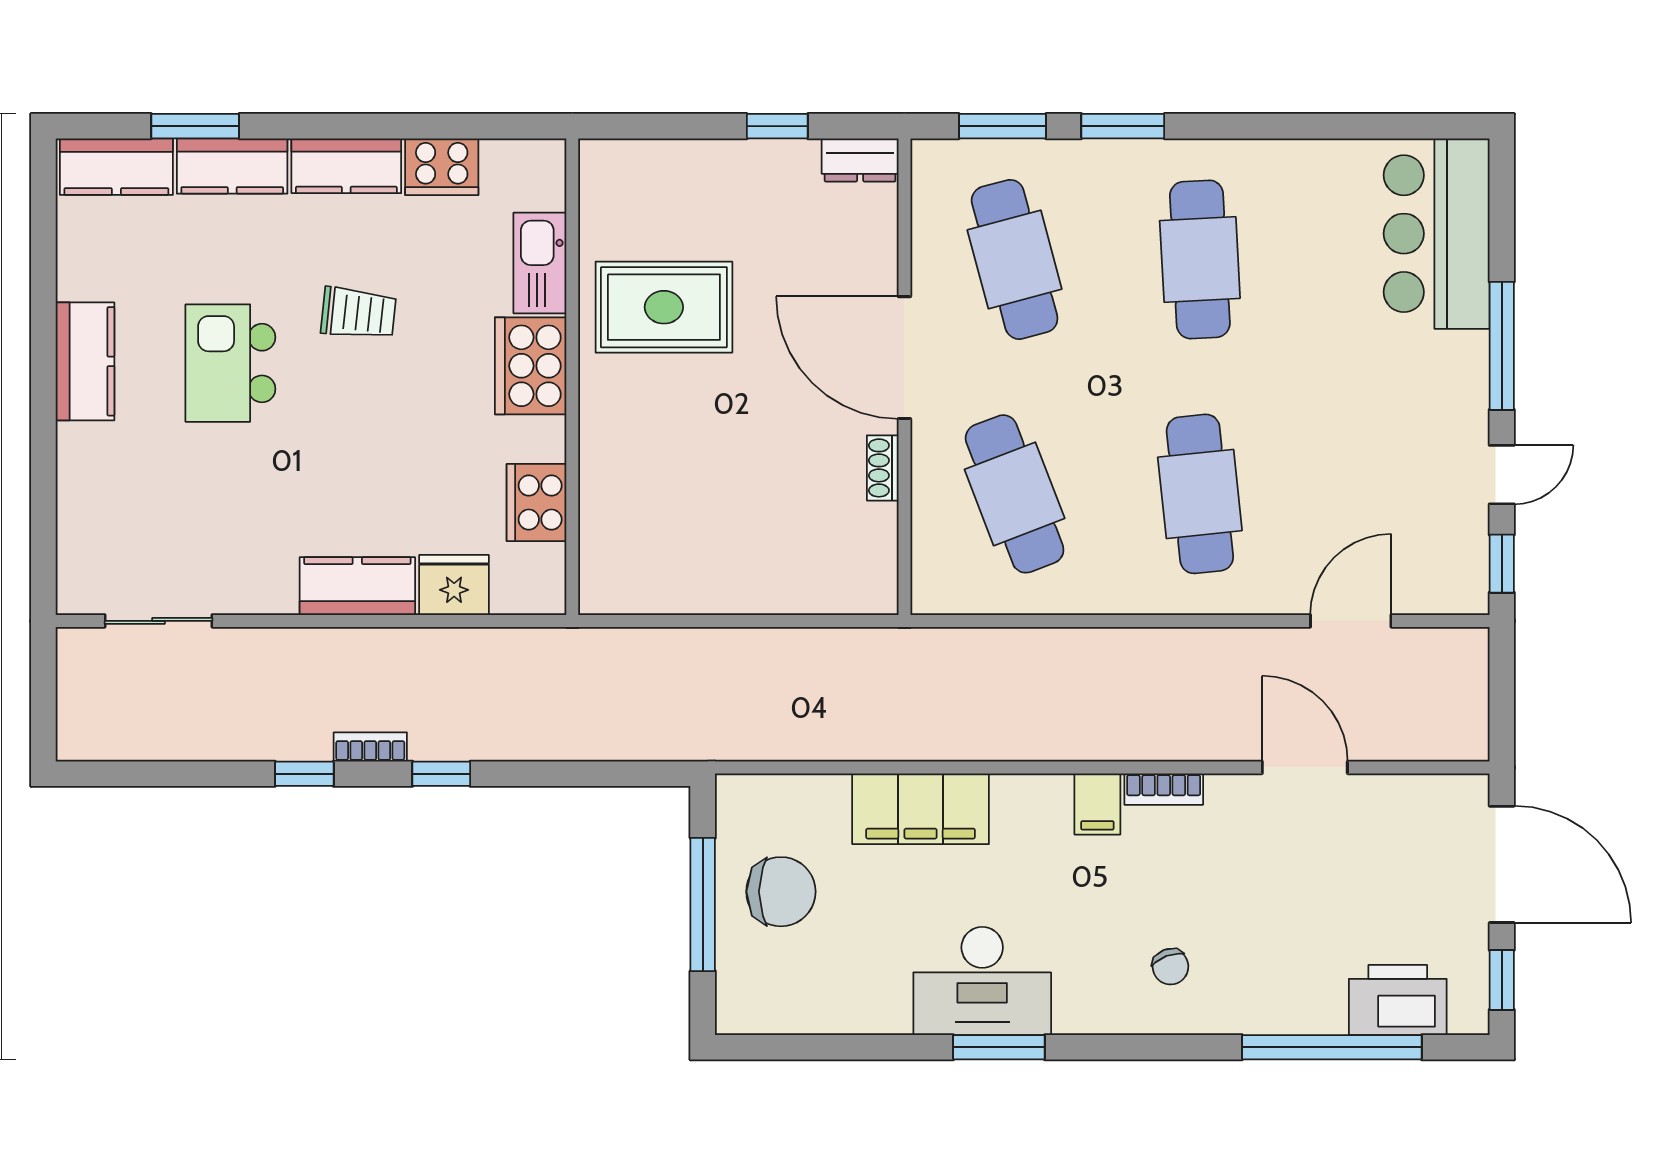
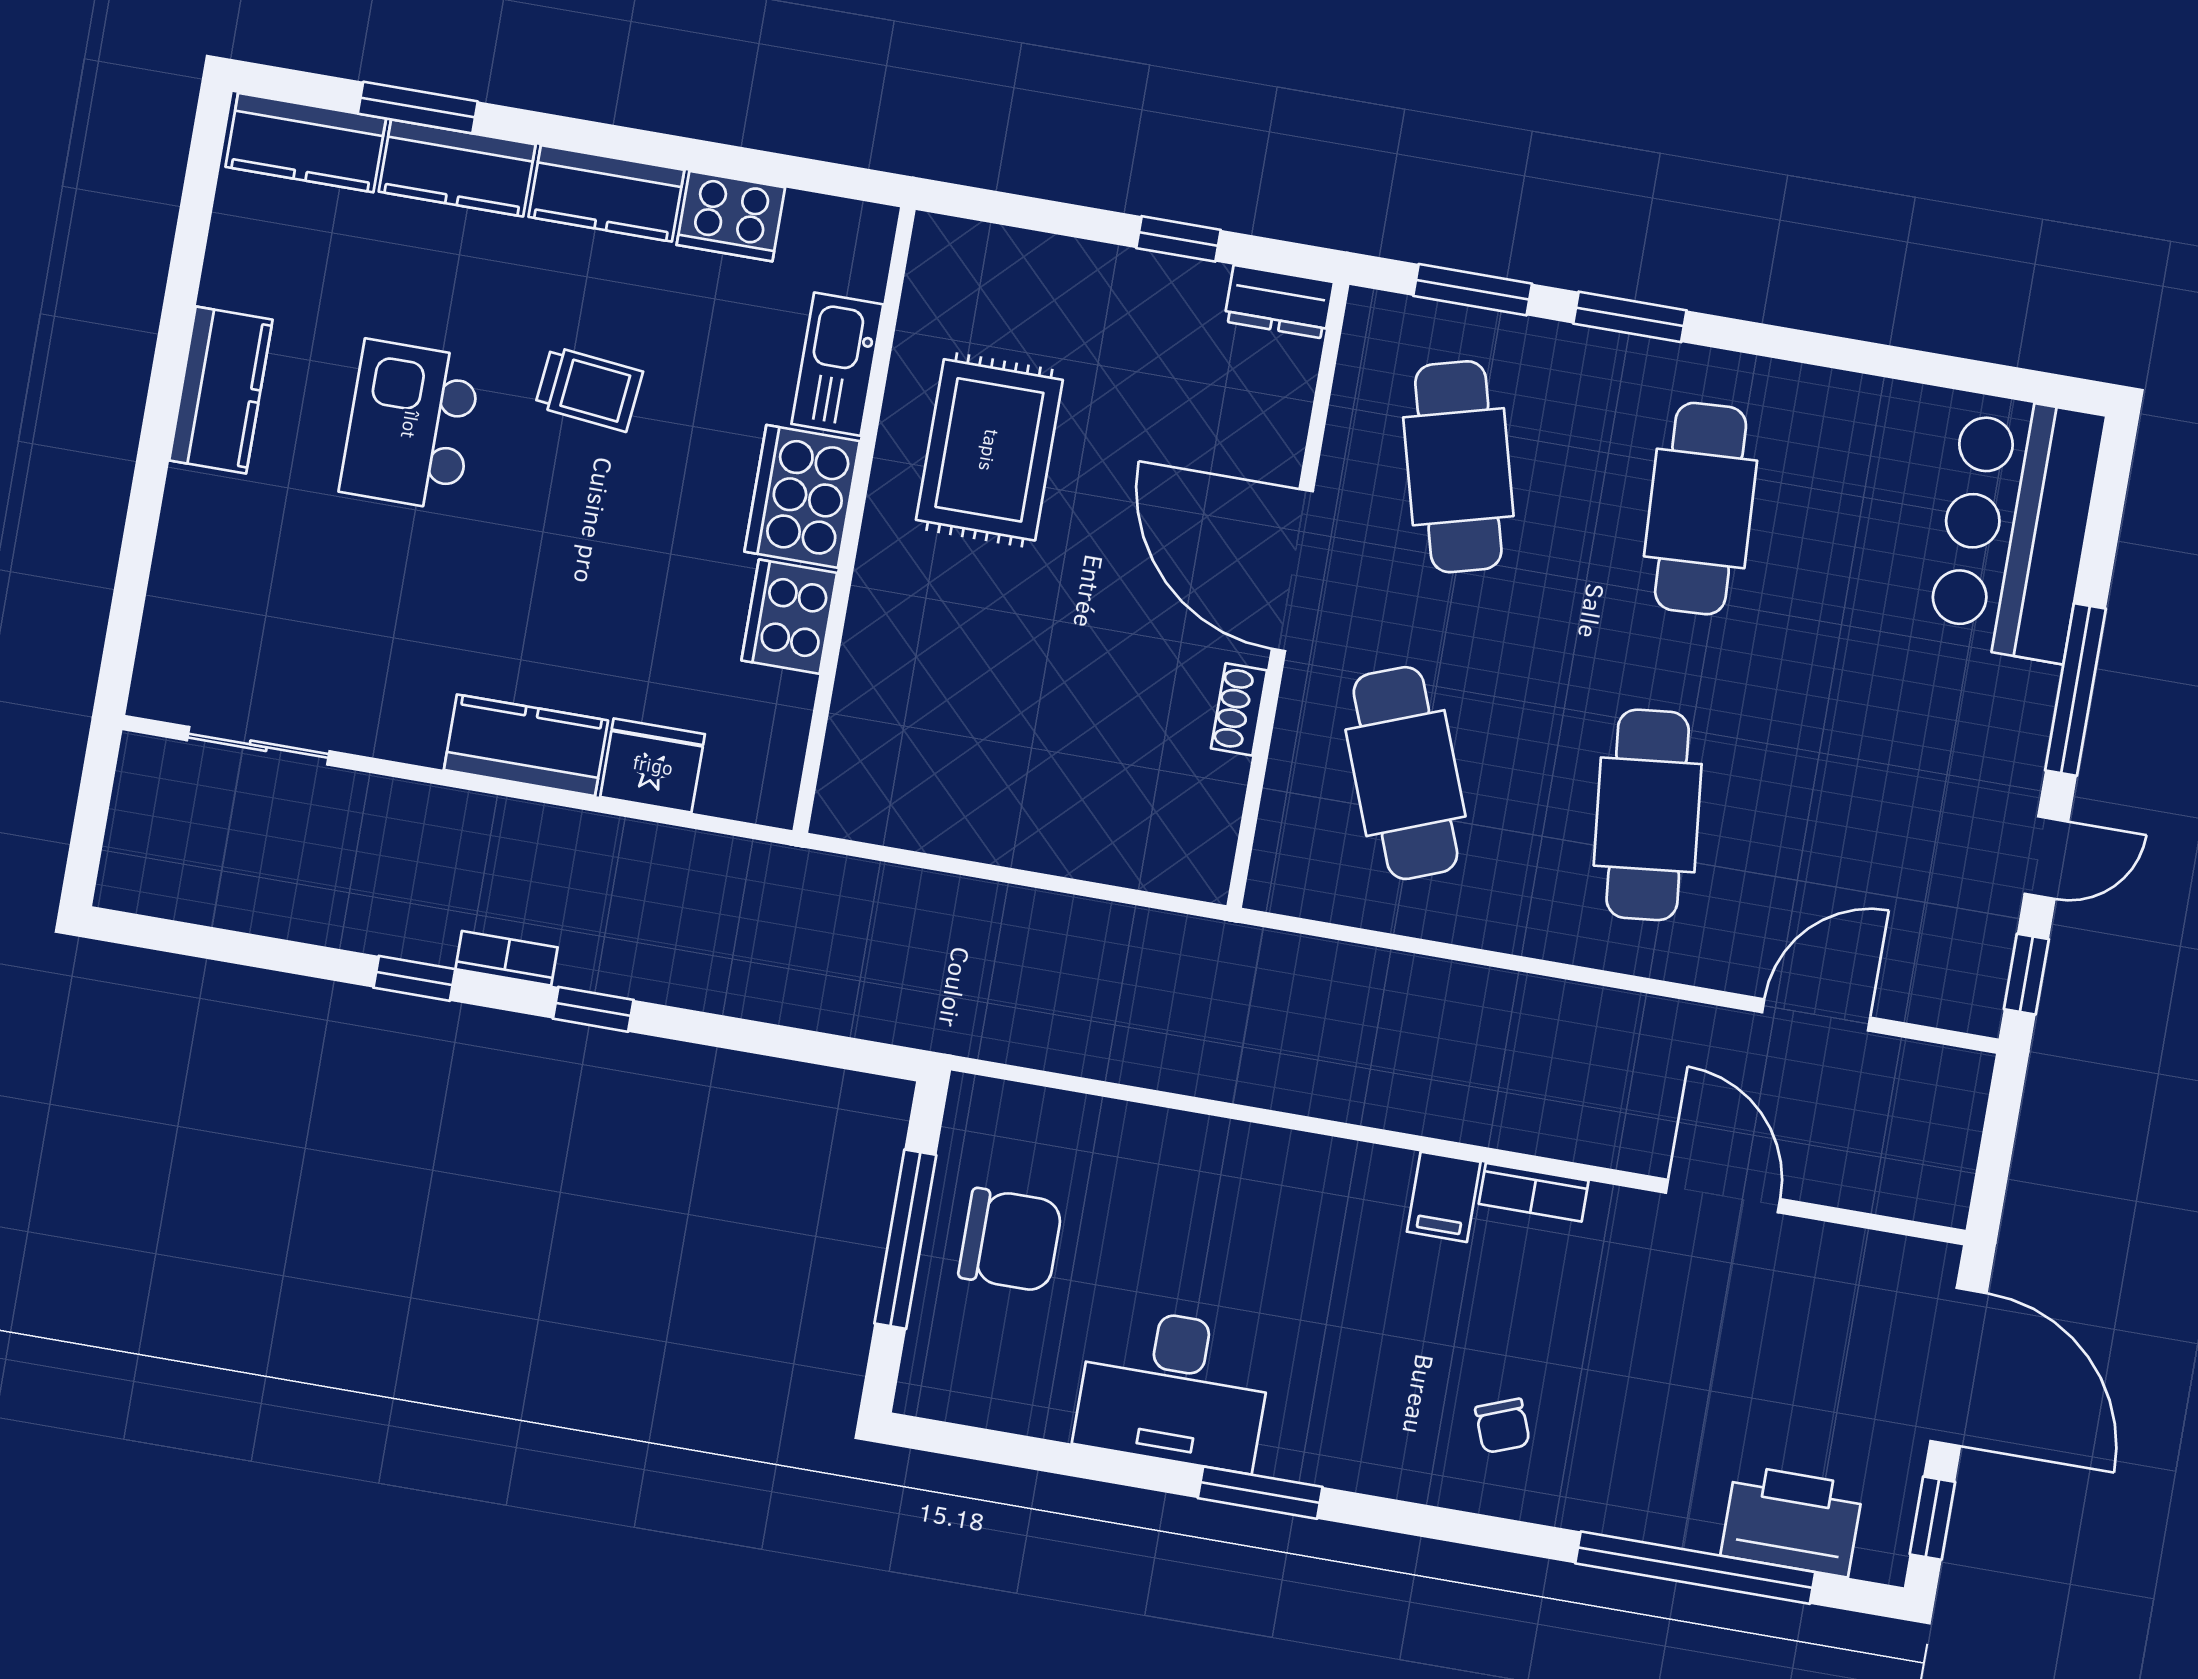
rug: (664, 307) -> (989, 450), turned 90
cooker: (537, 503) -> (789, 617), moved
filing cabinet: (921, 809) -> (1212, 1163), removed
desk: (982, 981) -> (1174, 1388), moved

